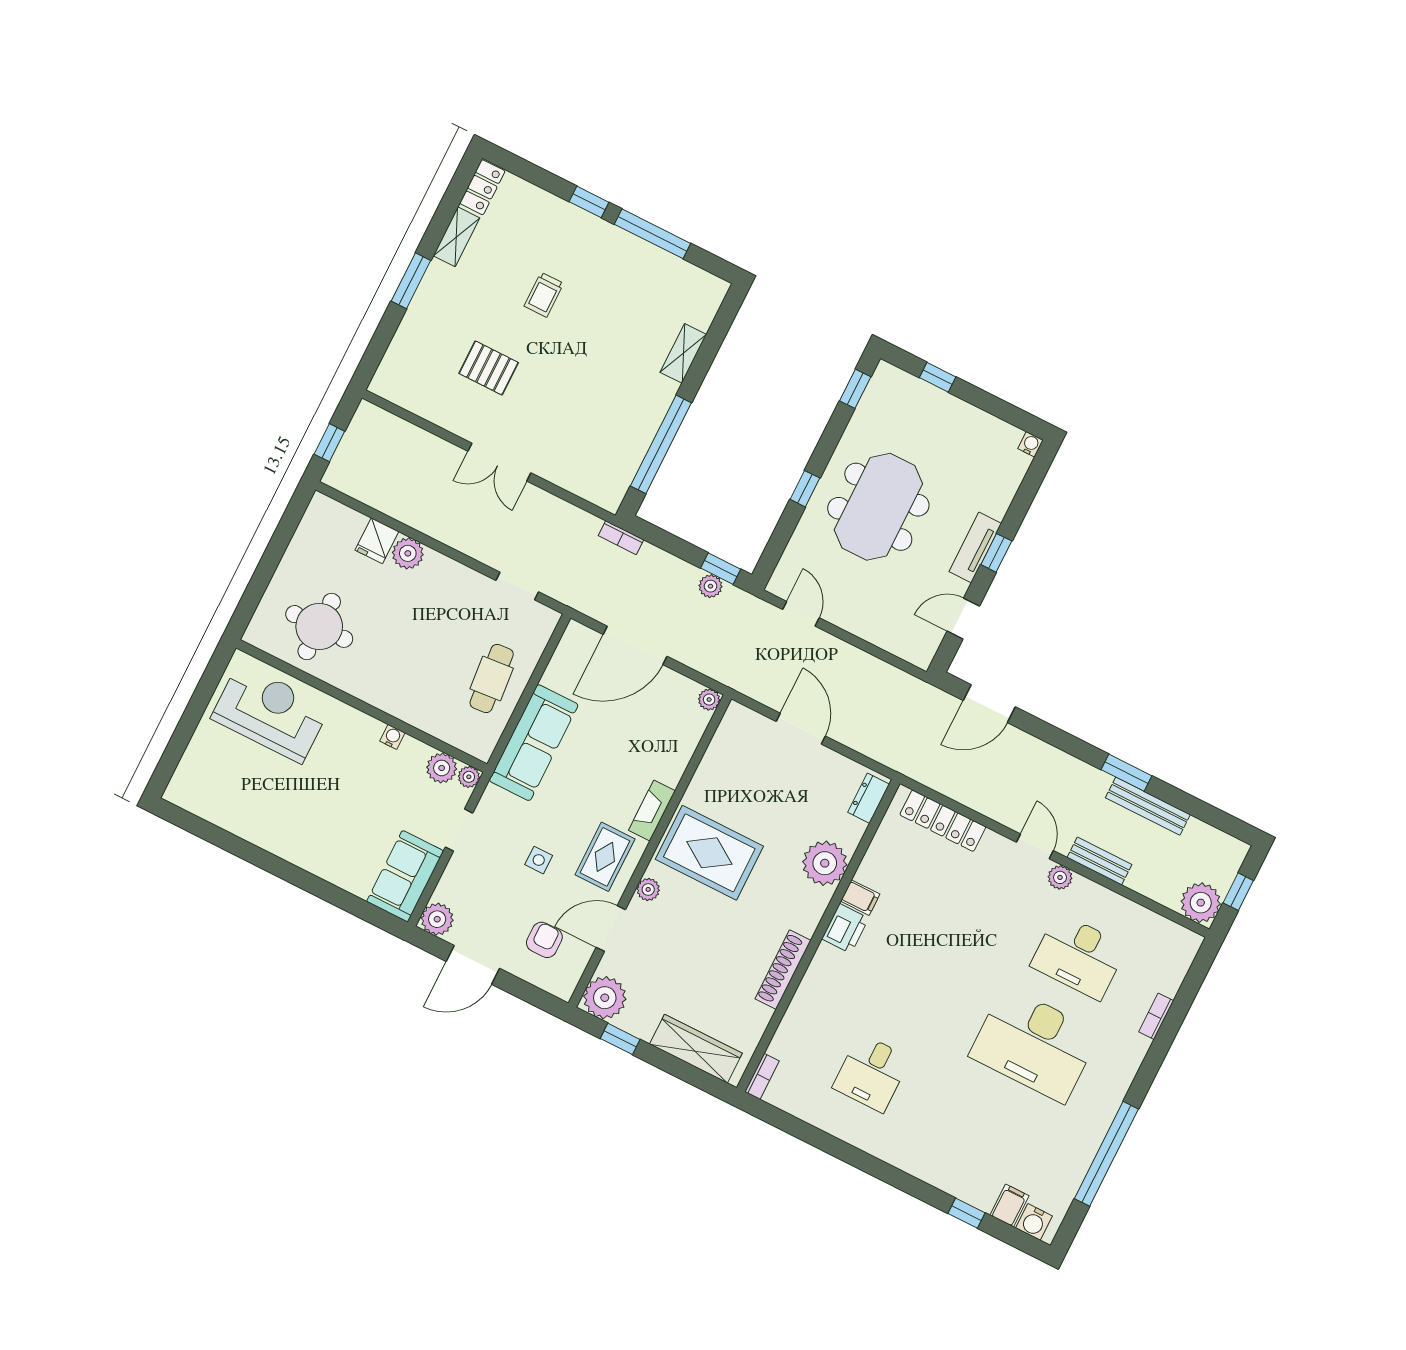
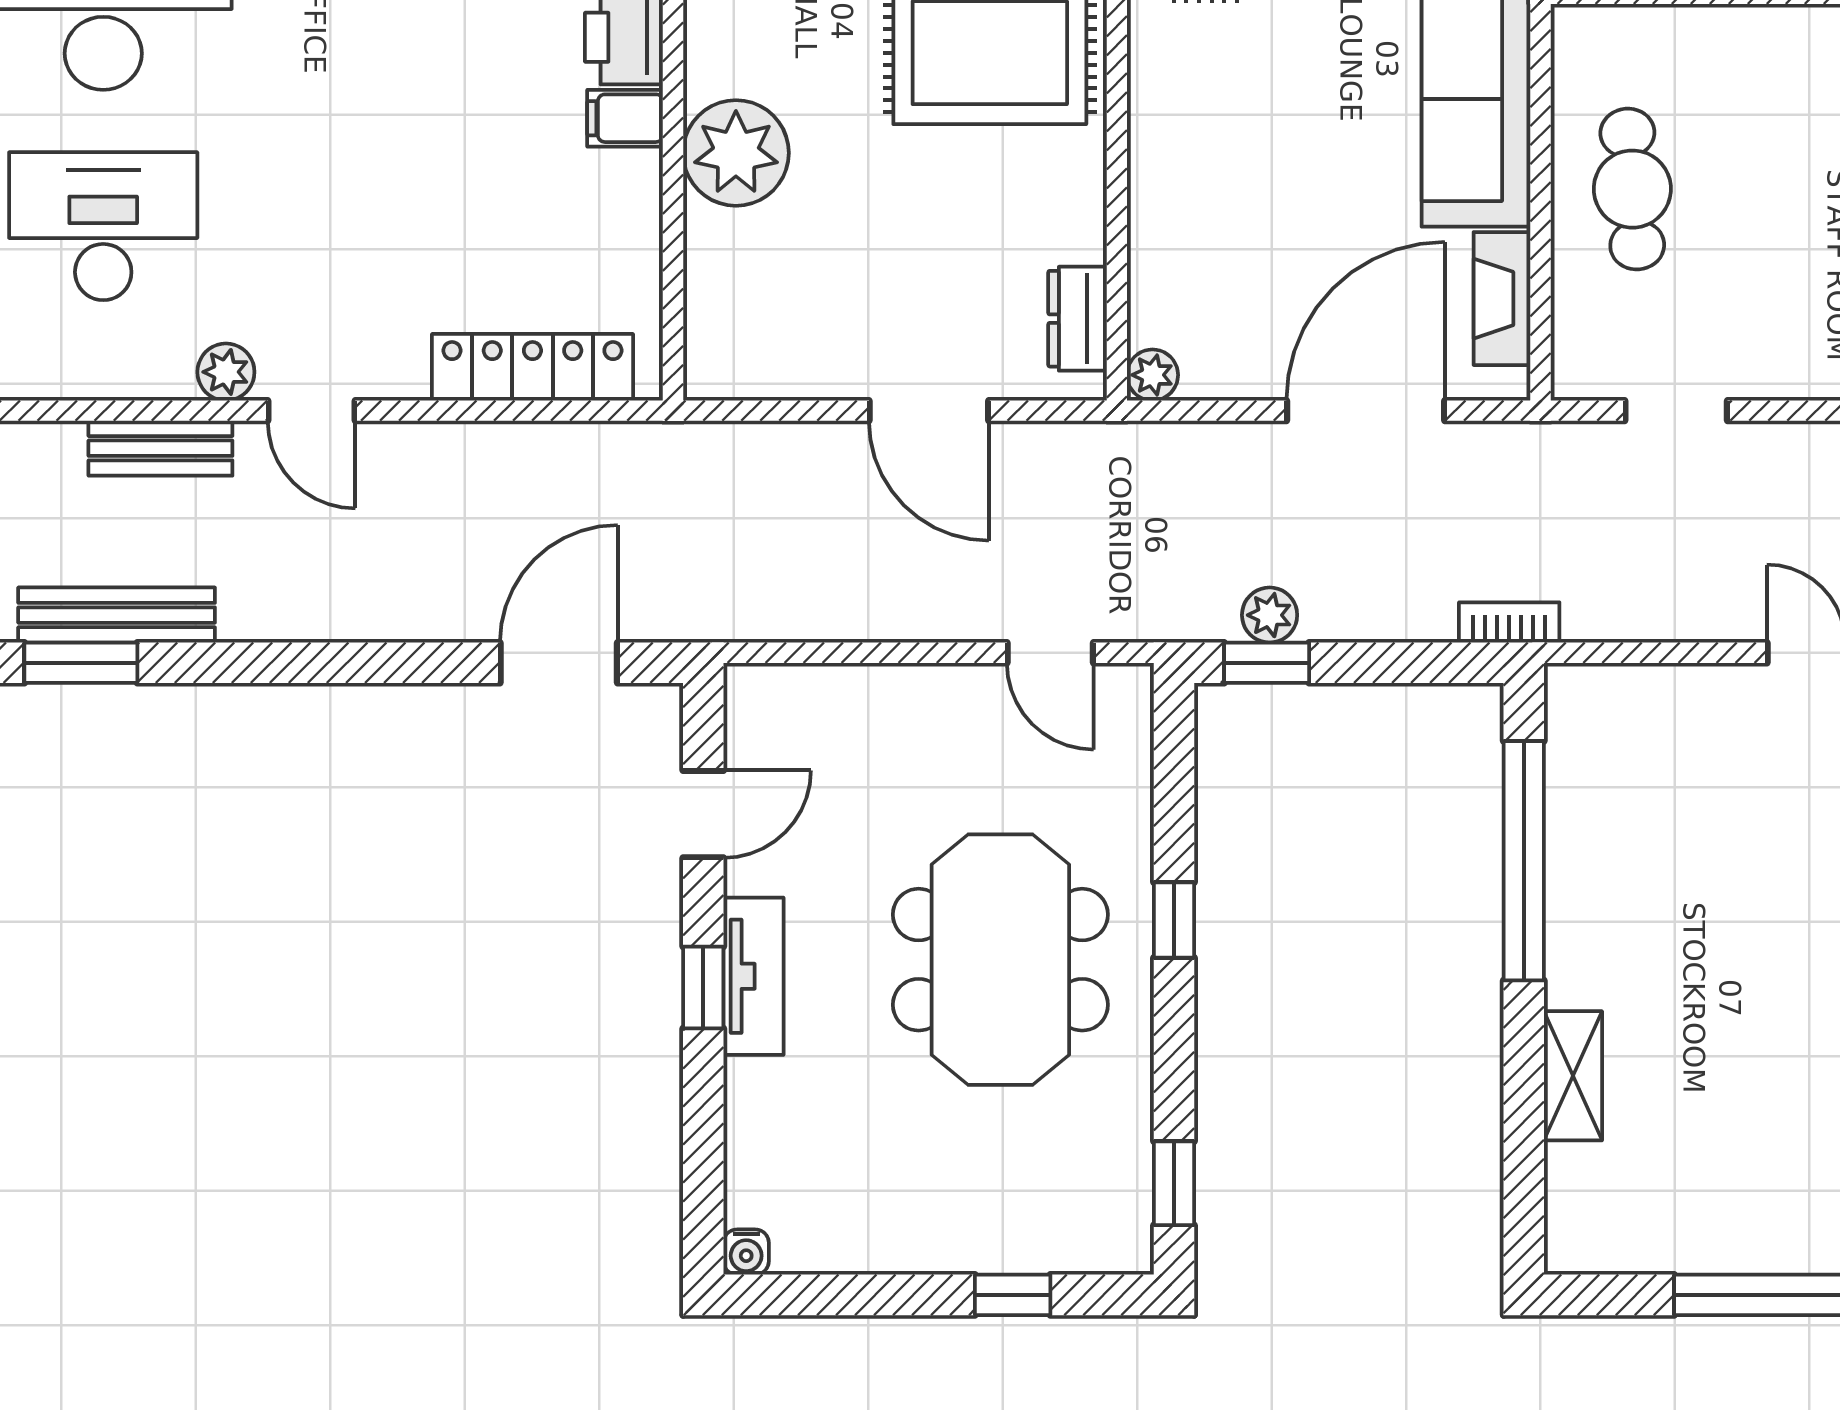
window: (1126, 773) -> (81, 663), moved
dresser: (869, 798) -> (1078, 319), moved, turned 180
fireplace: (652, 811) -> (1502, 299), moved, turned 180

